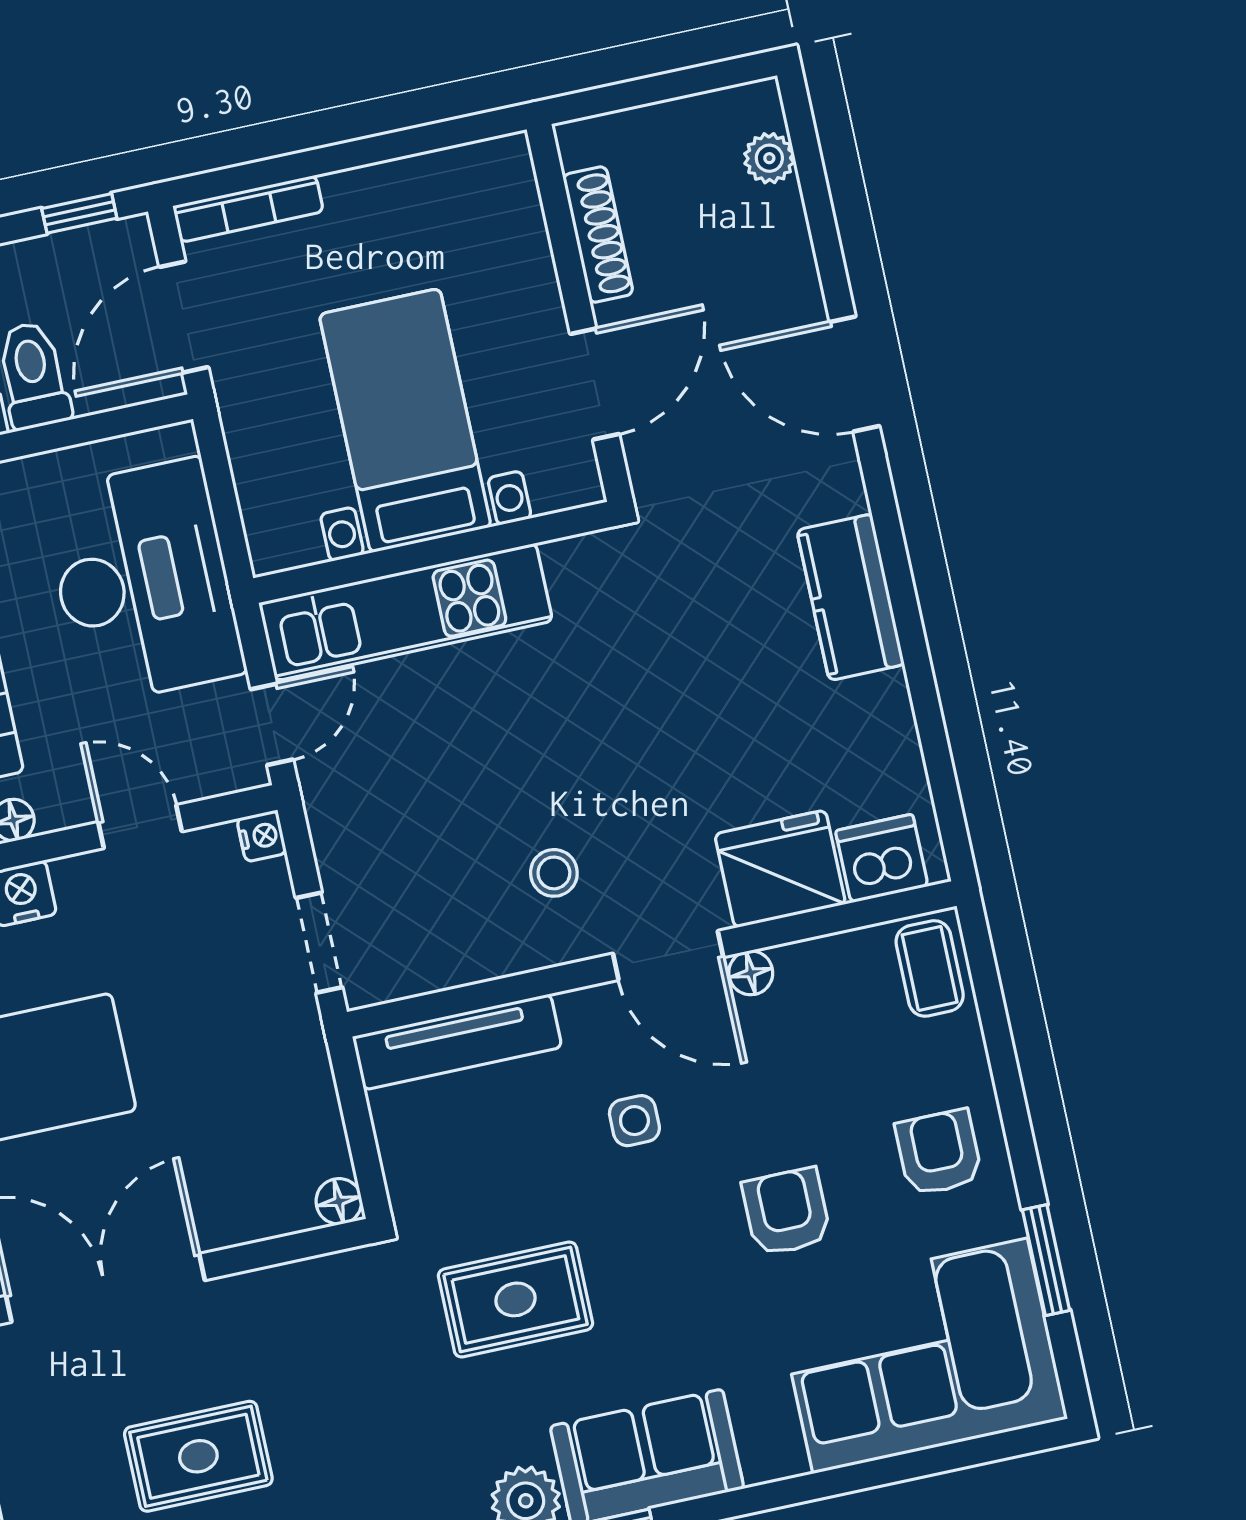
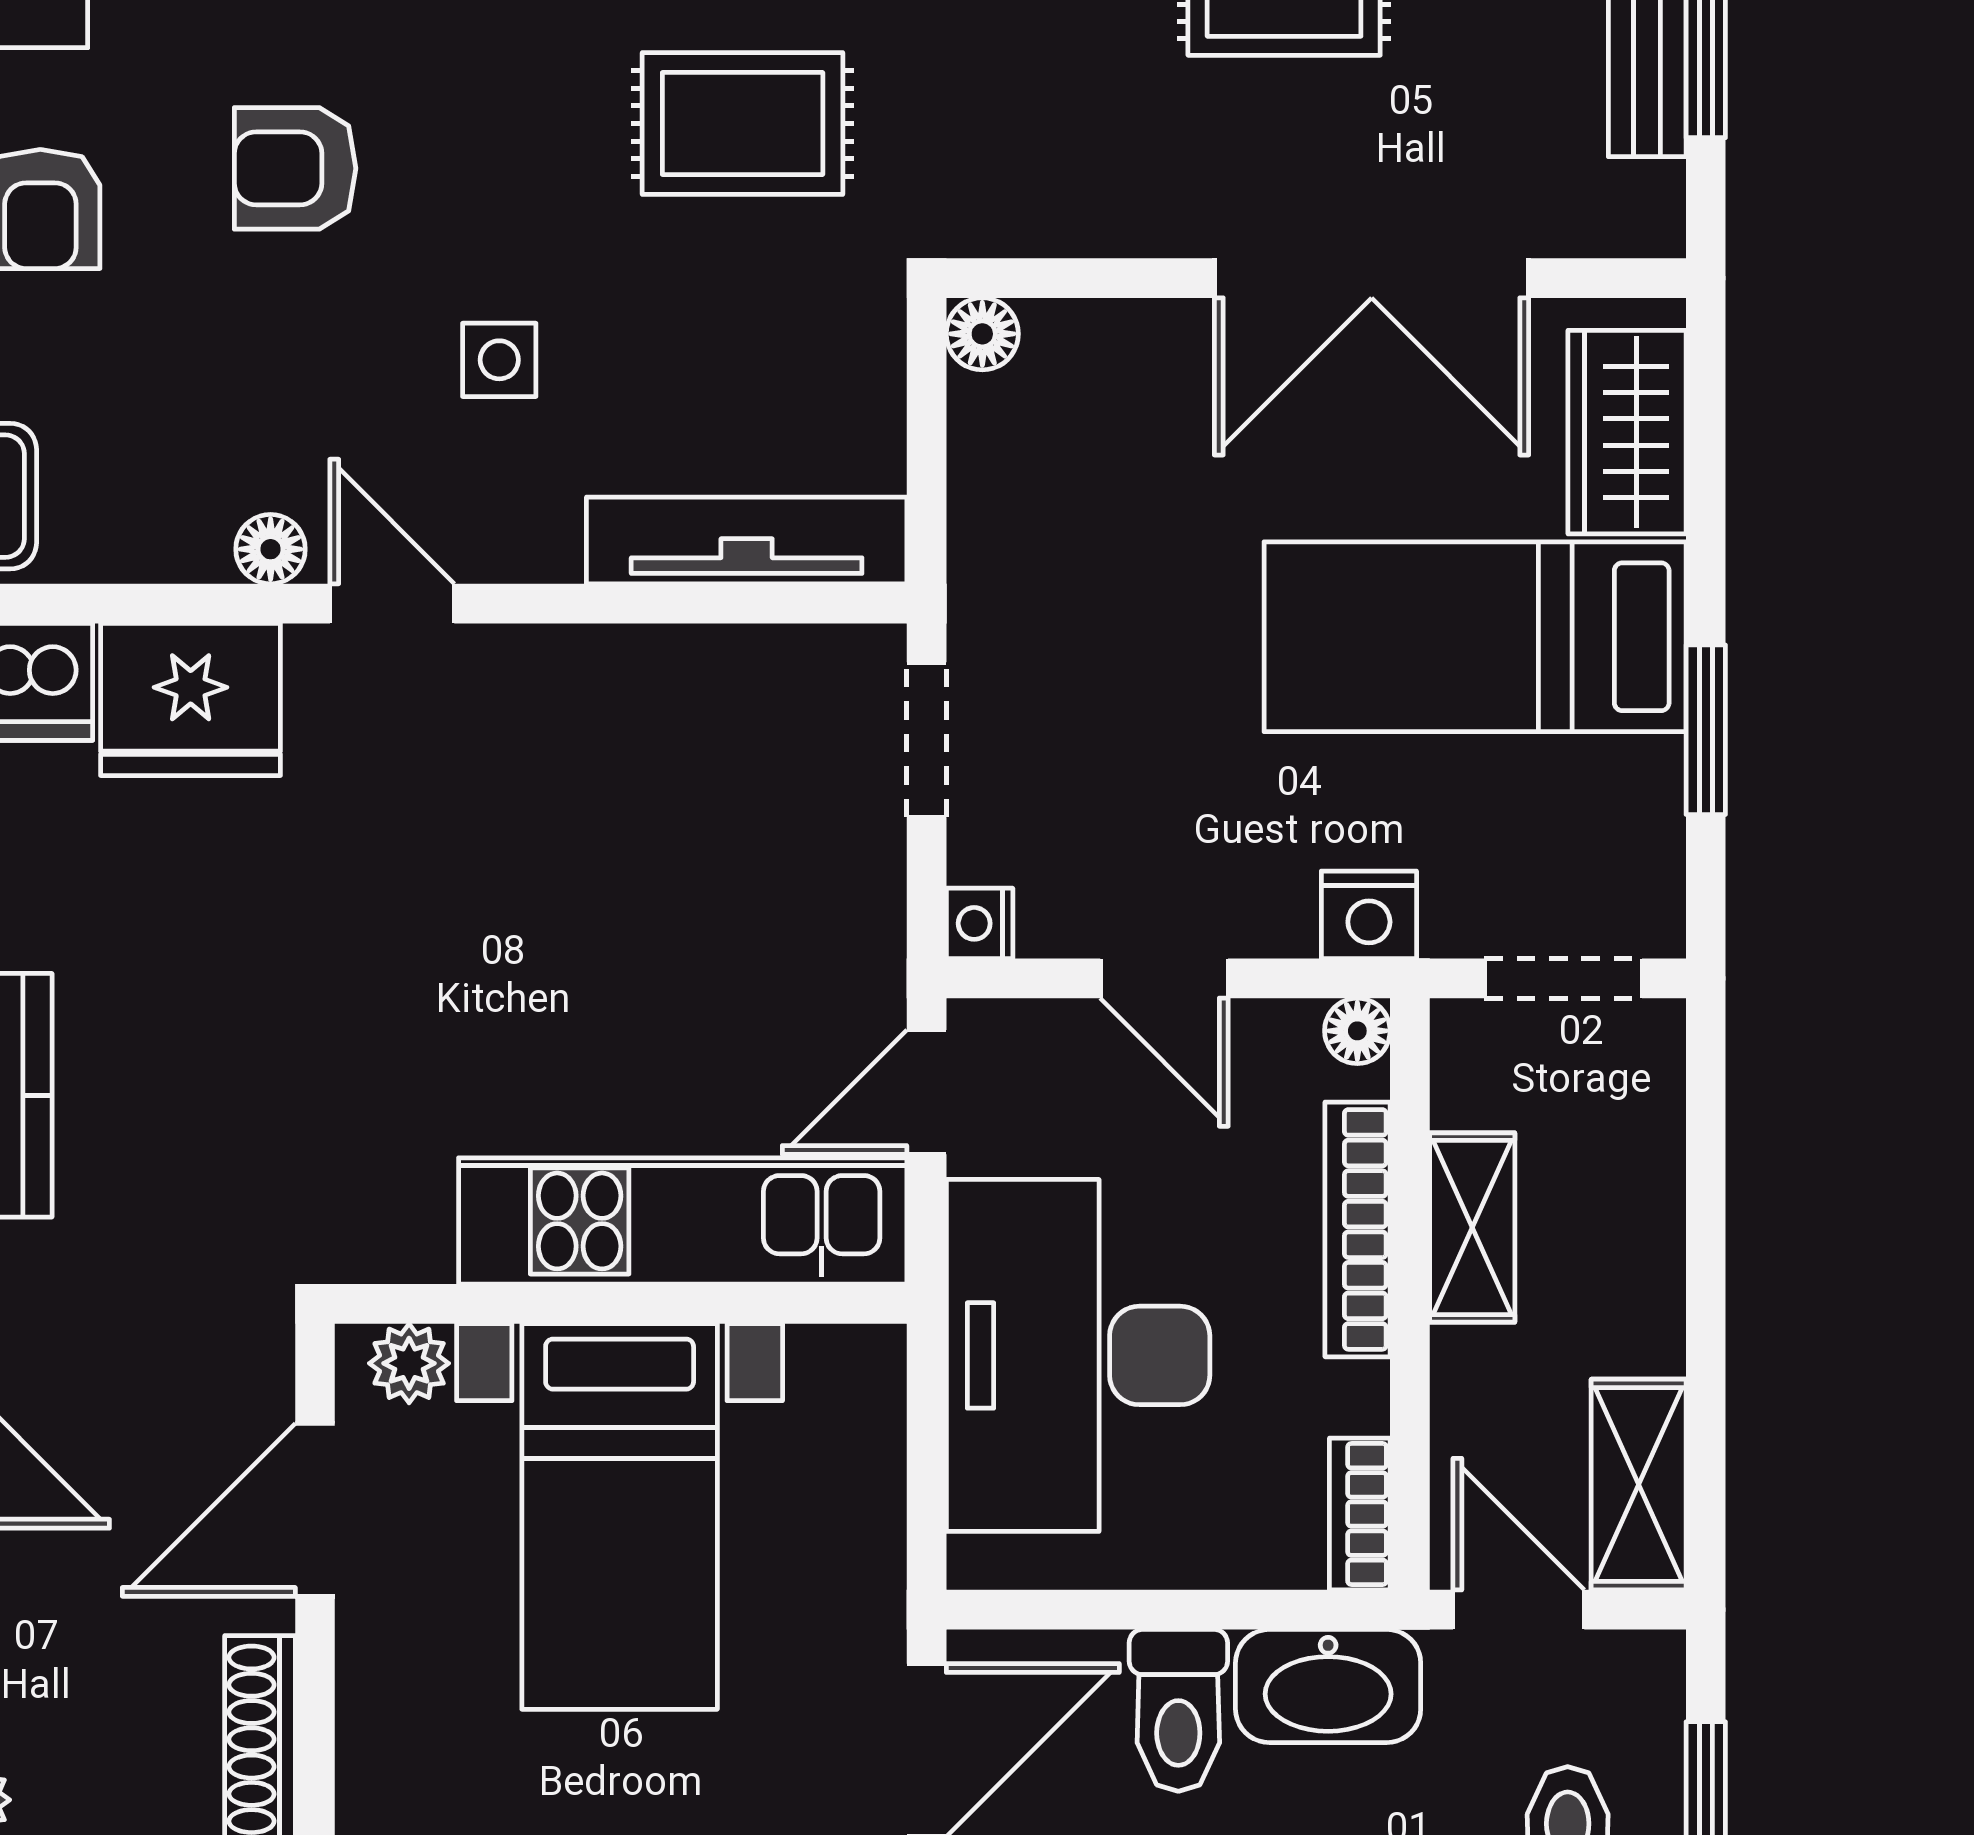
plant: (556, 487) -> (409, 1363), added
stool: (554, 873) -> (541, 769), removed
door: (668, 955) -> (392, 604), width x0.73
armchair: (786, 1212) -> (295, 168), turned 90

